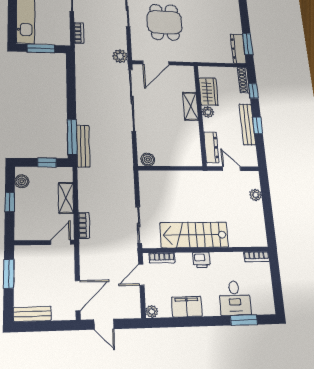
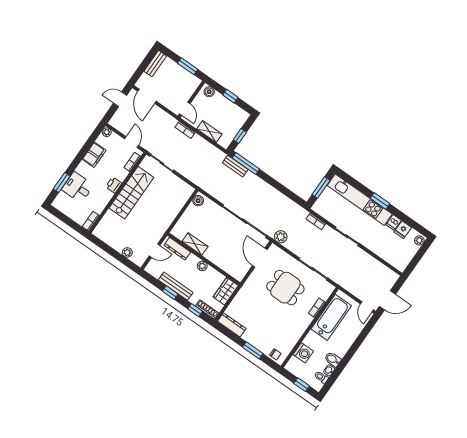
window: (248, 44) -> (253, 350), moved
wardrobe: (208, 92) -> (226, 291), moved, turned 90
shelving: (191, 106) -> (195, 244), moved
bench: (83, 146) -> (235, 166), width x0.73
boiler: (22, 181) -> (209, 92), moved

